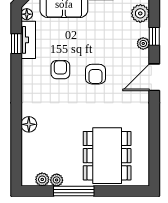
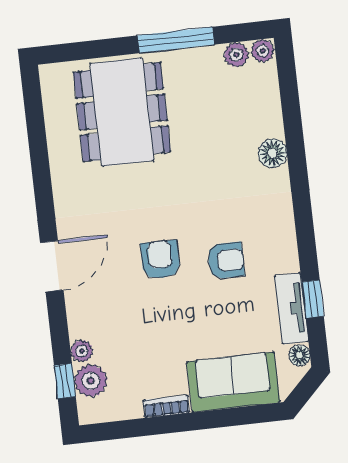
window: (154, 36) -> (65, 381), moved
plant: (143, 43) -> (82, 351), moved
armchair: (60, 70) -> (226, 260), turned -90
plant: (57, 180) -> (263, 51), moved

